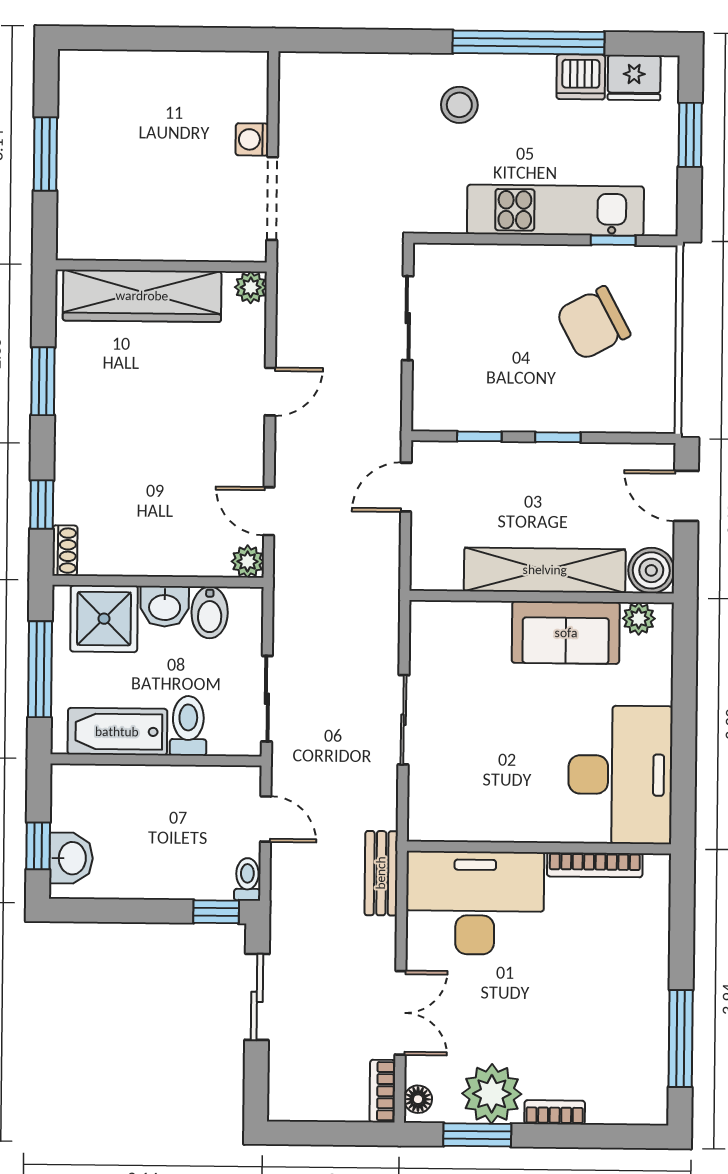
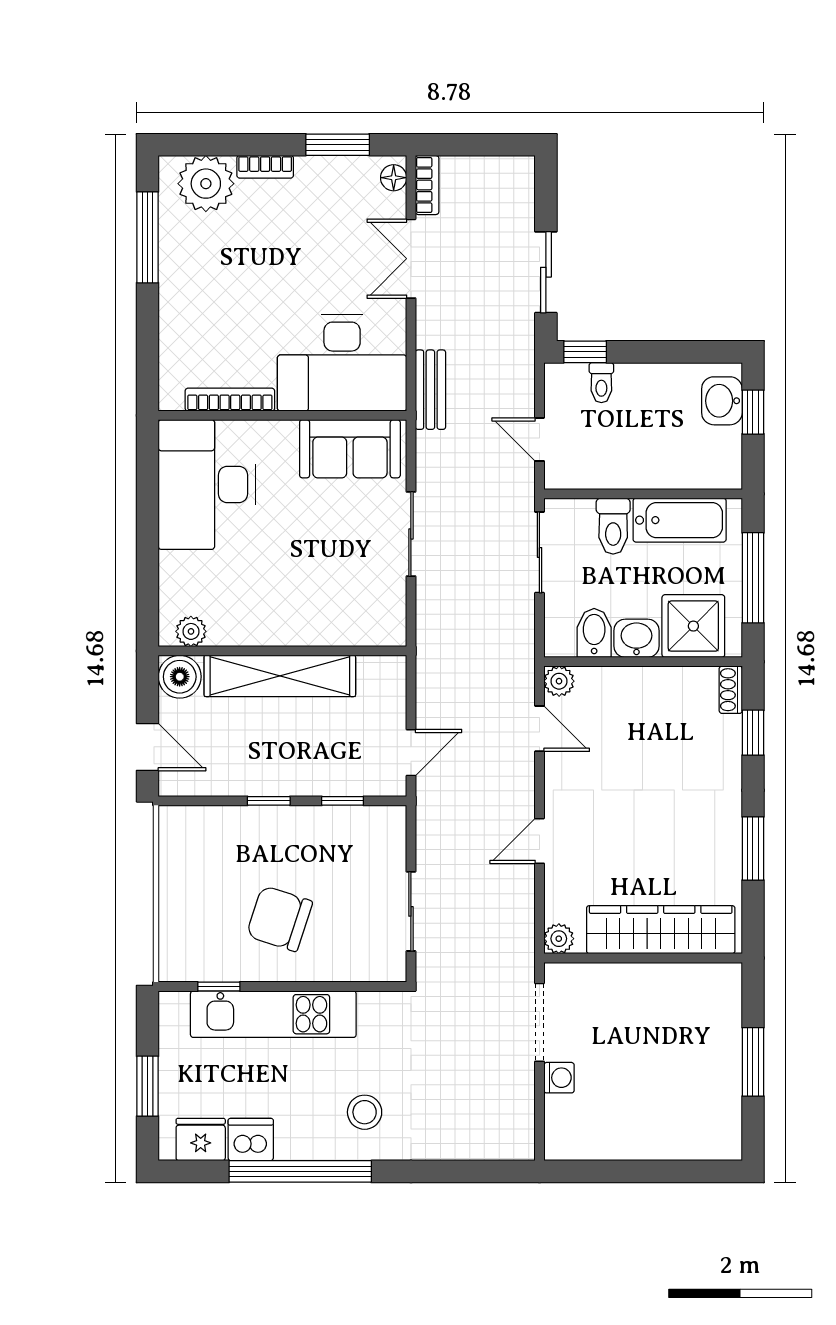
chair: (593, 323) -> (279, 919), moved, turned -134
sofa: (566, 633) -> (350, 449), moved, turned 180
toilet: (247, 879) -> (601, 383), moved
plant: (492, 1094) -> (206, 184), moved

